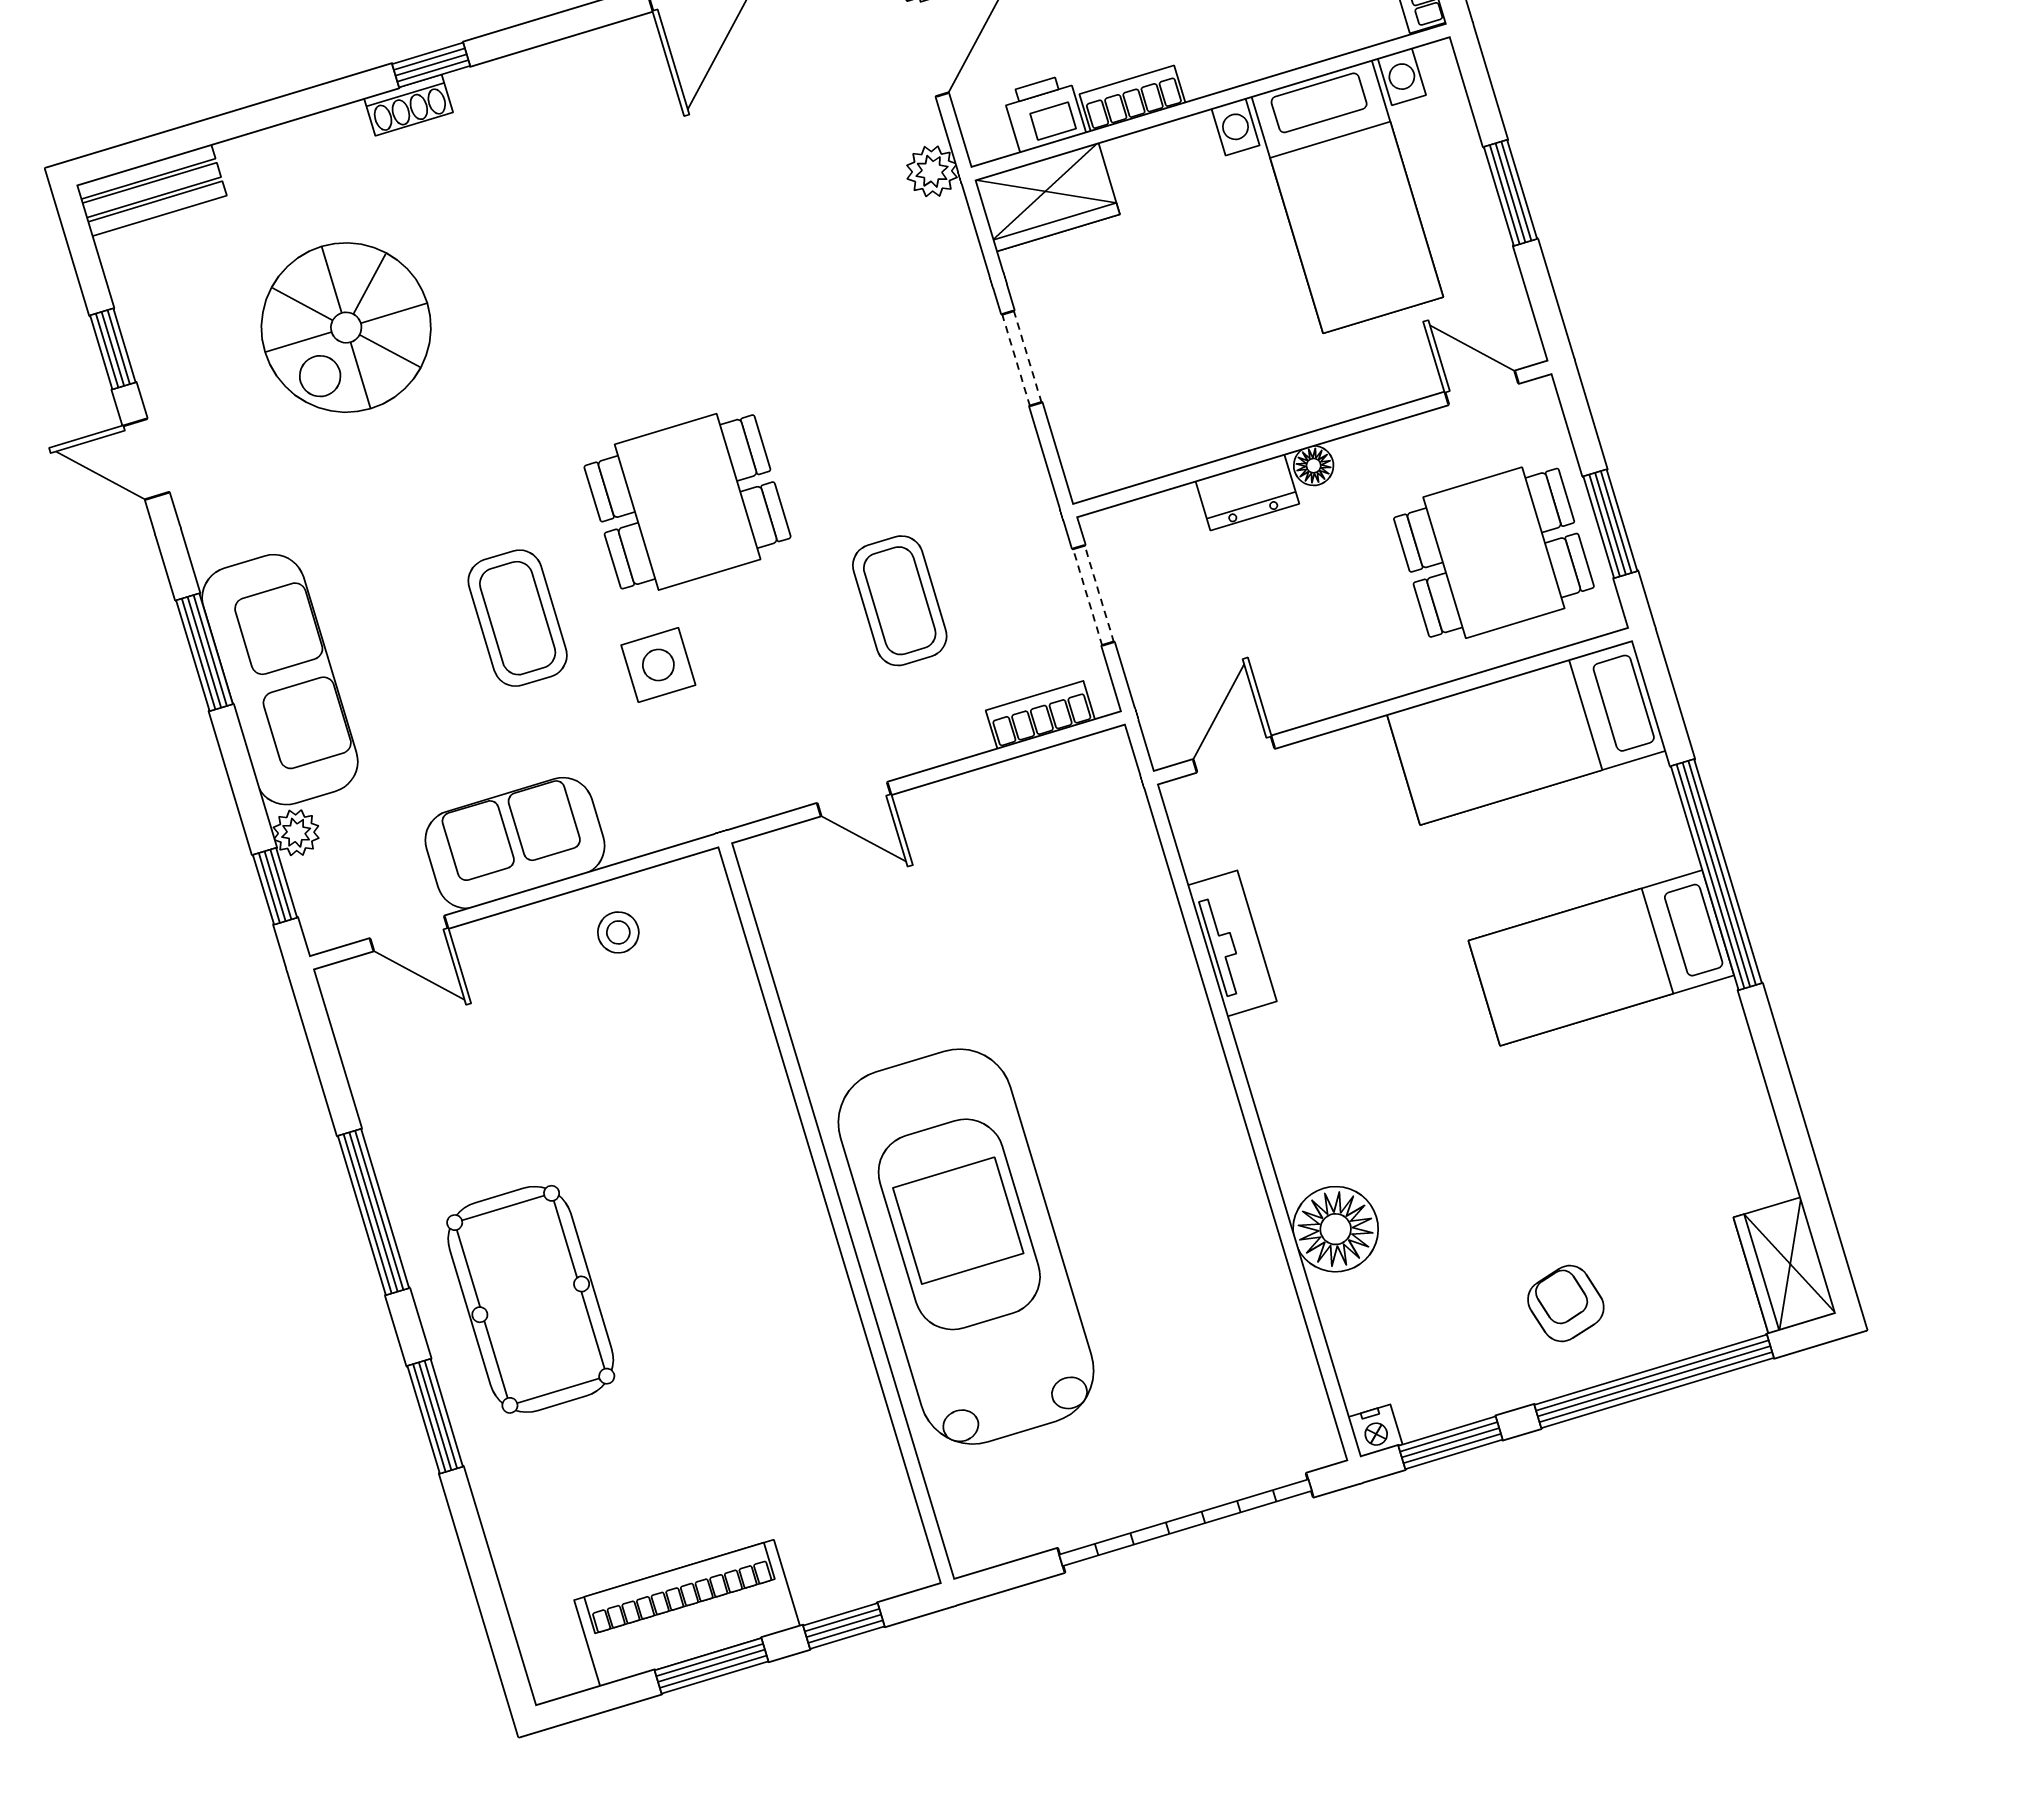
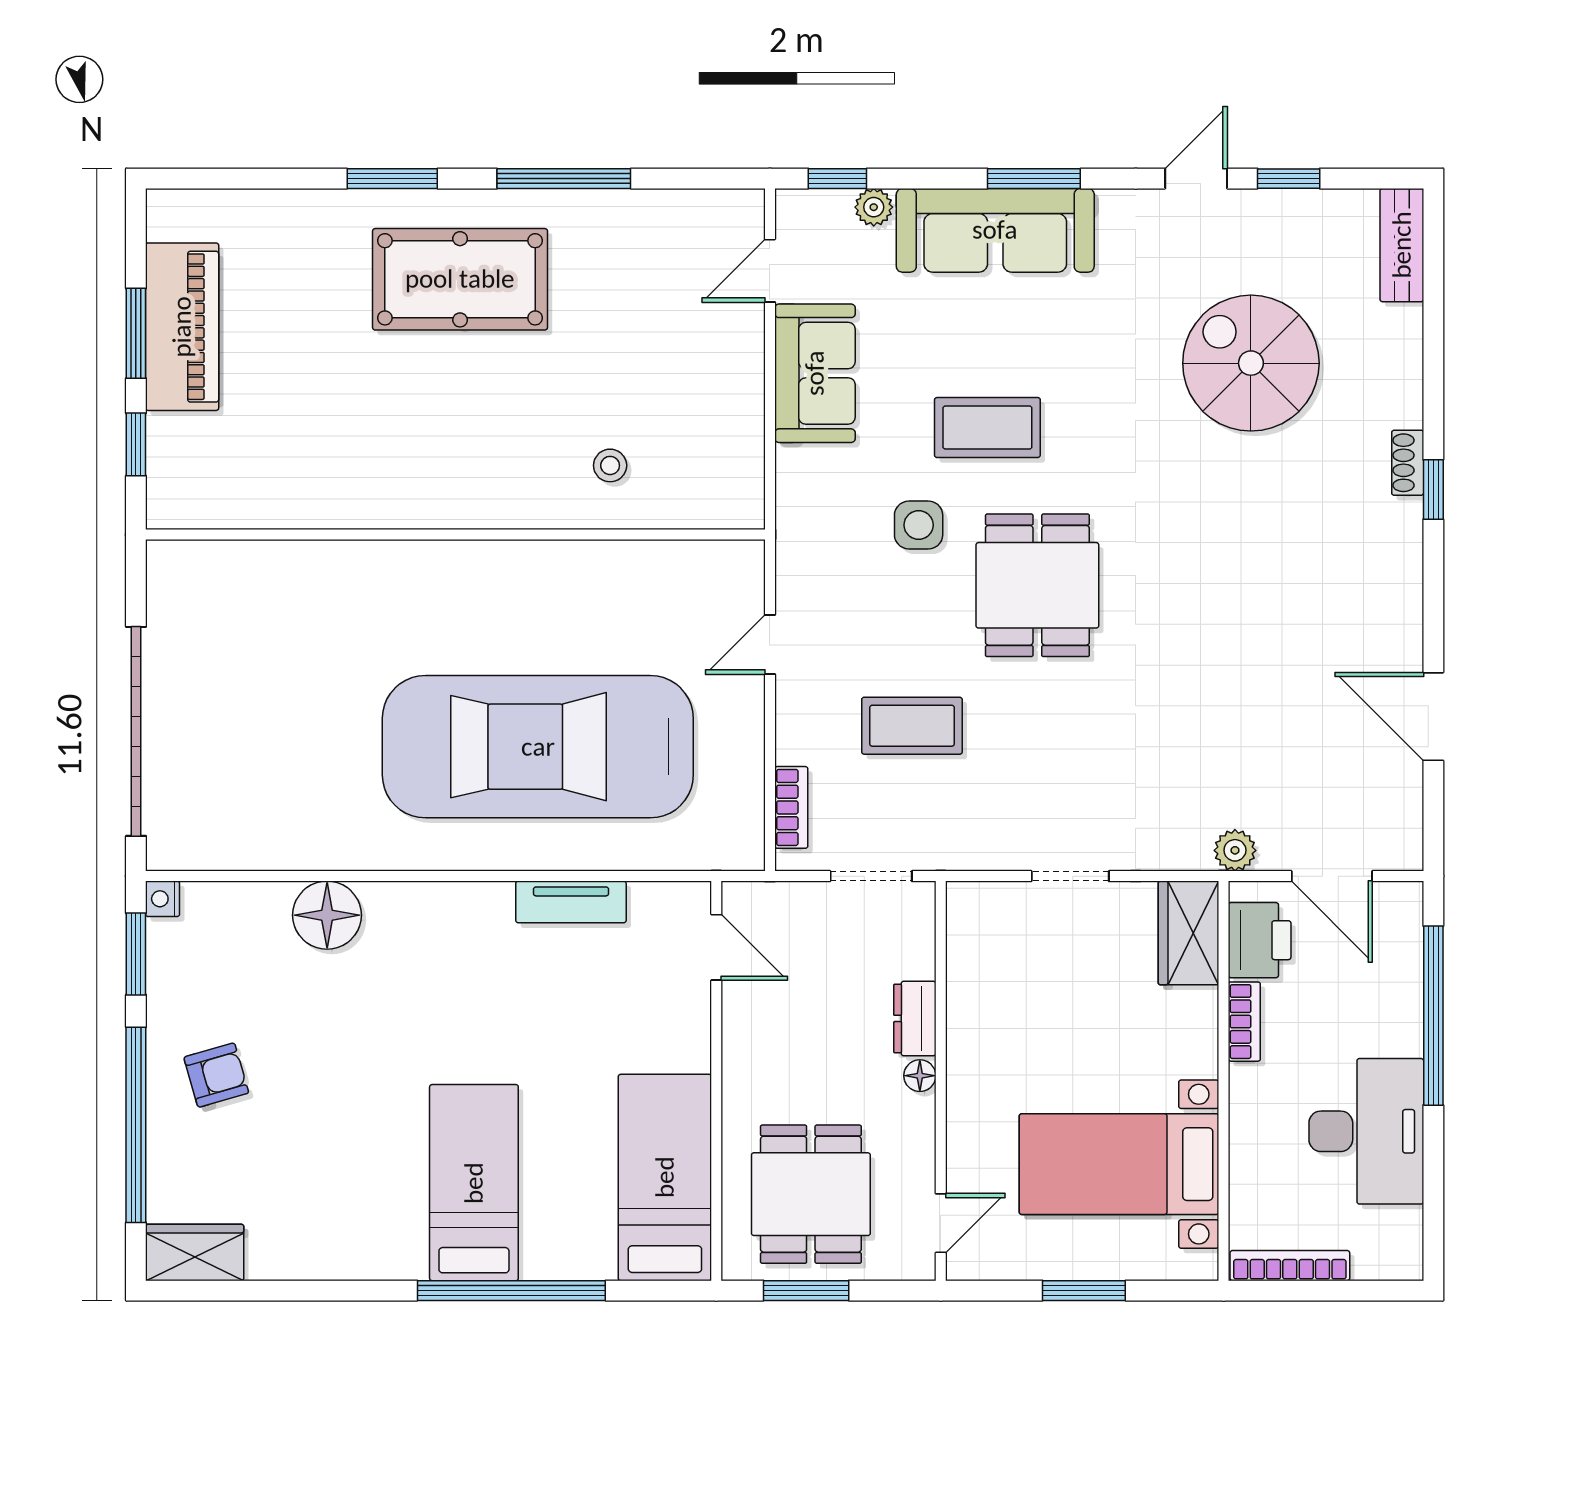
printer: (1044, 113) -> (1260, 940), width x1.36, depth x1.24
stool: (618, 932) -> (610, 465), moved
car: (966, 1247) -> (538, 747), moved, turned 180

